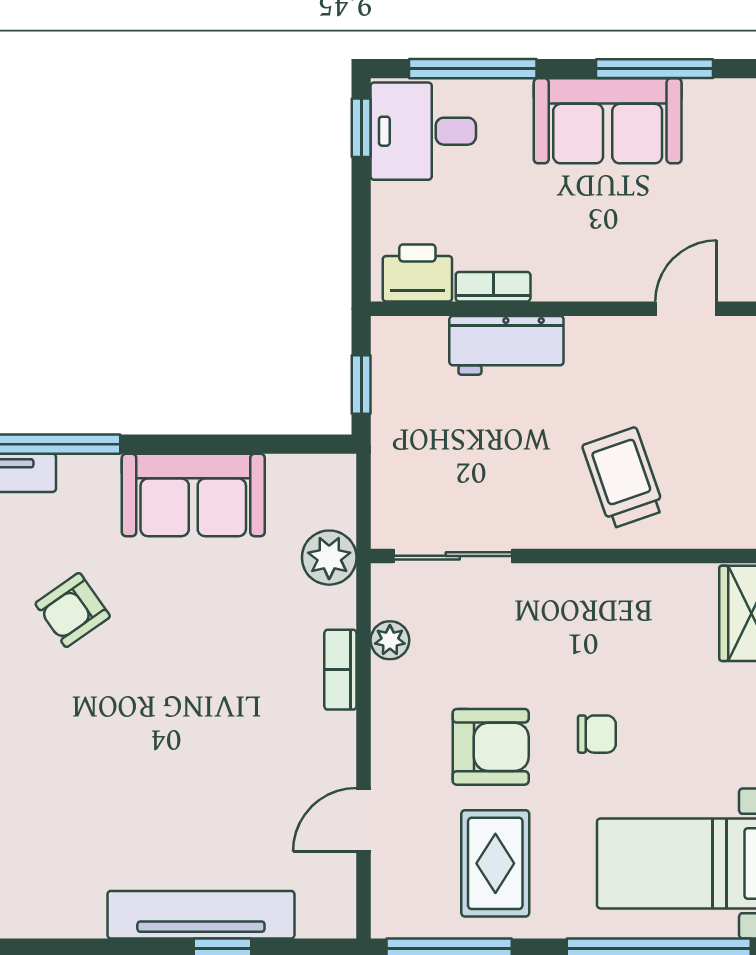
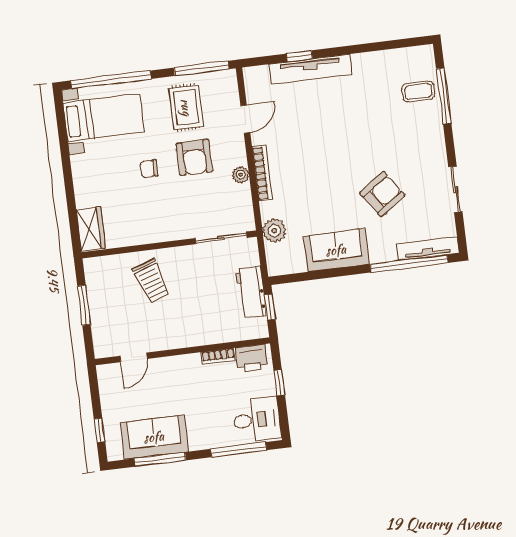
sofa: (608, 121) -> (154, 437), moved
window: (361, 128) -> (279, 383), moved
workbench: (506, 345) -> (251, 293), moved, turned -90
armchair: (73, 610) -> (382, 194), width x1.38, depth x1.38
plant: (390, 640) -> (241, 175), moved
bookcase: (340, 670) -> (262, 173), width x1.56
armchair: (491, 747) -> (194, 157), turned -90

